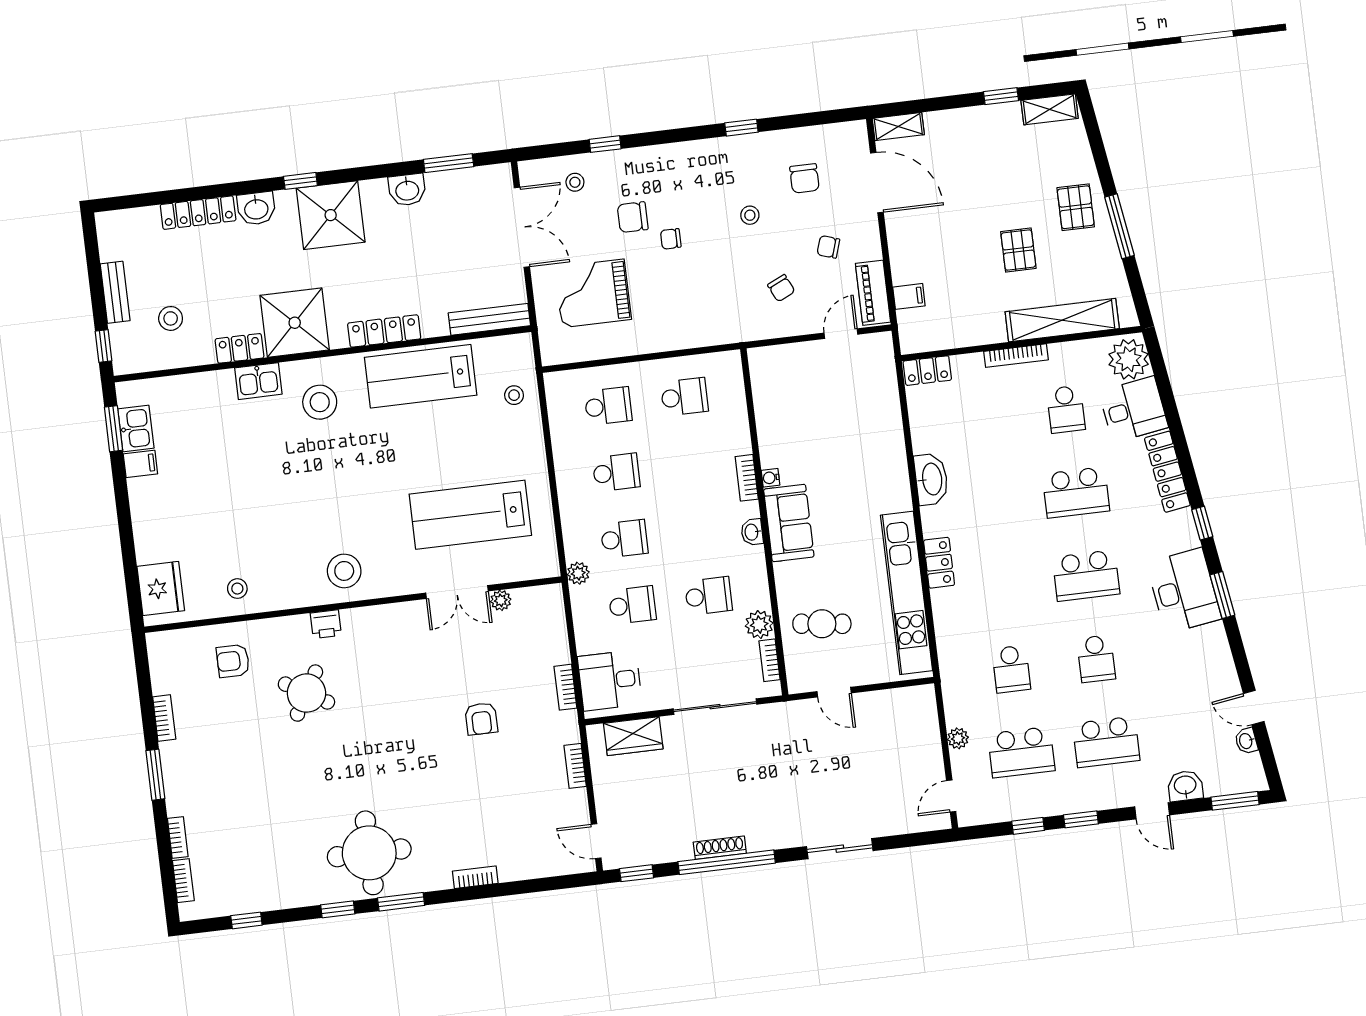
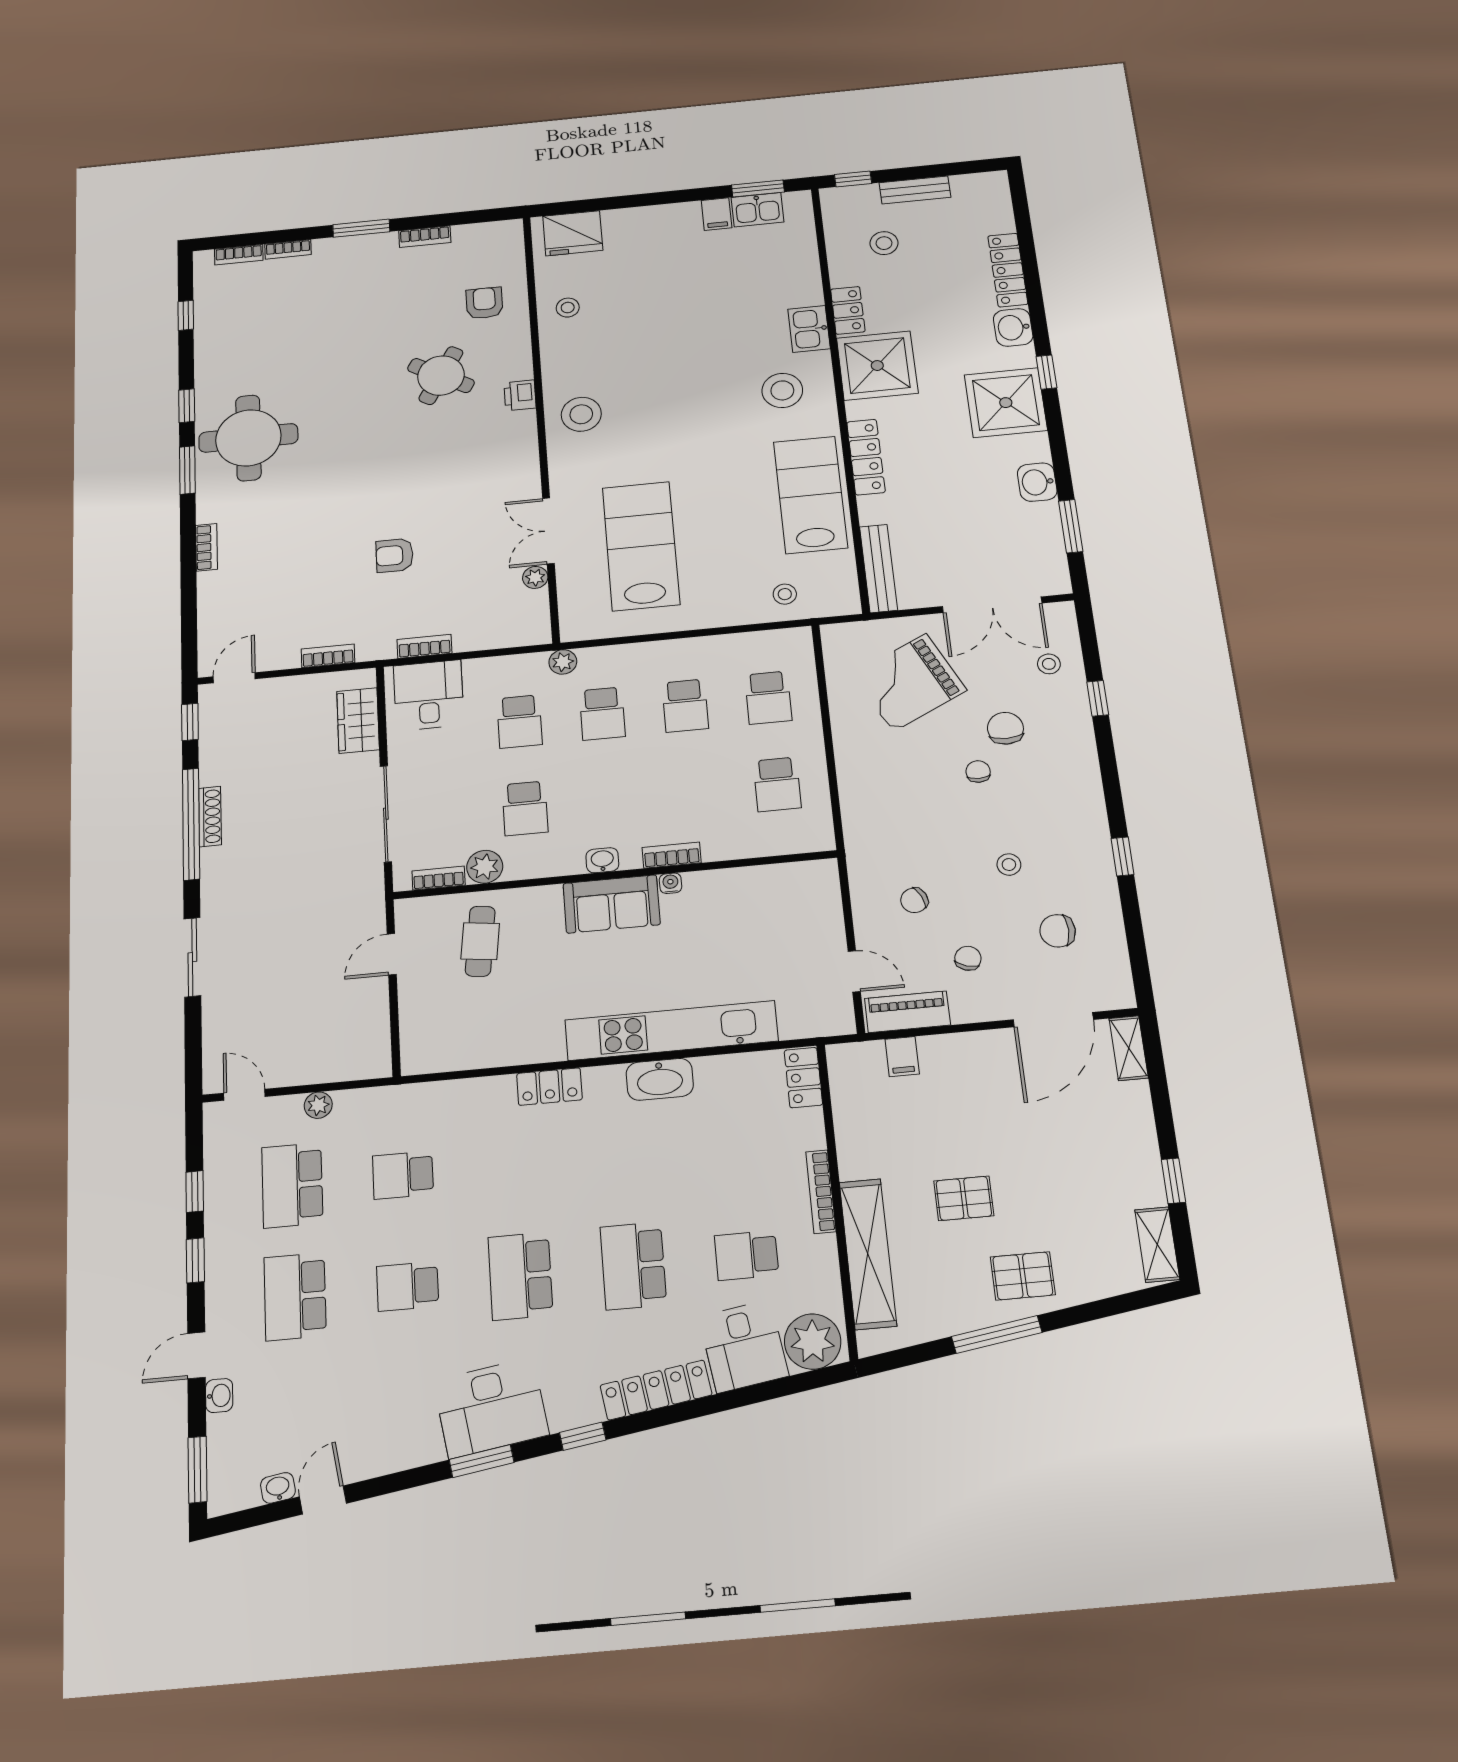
grand piano: (593, 293) -> (909, 682), turned -116
kitchen unit: (907, 593) -> (671, 1030), moved
washbasin: (1185, 786) -> (219, 1396), width x0.72, depth x0.69

